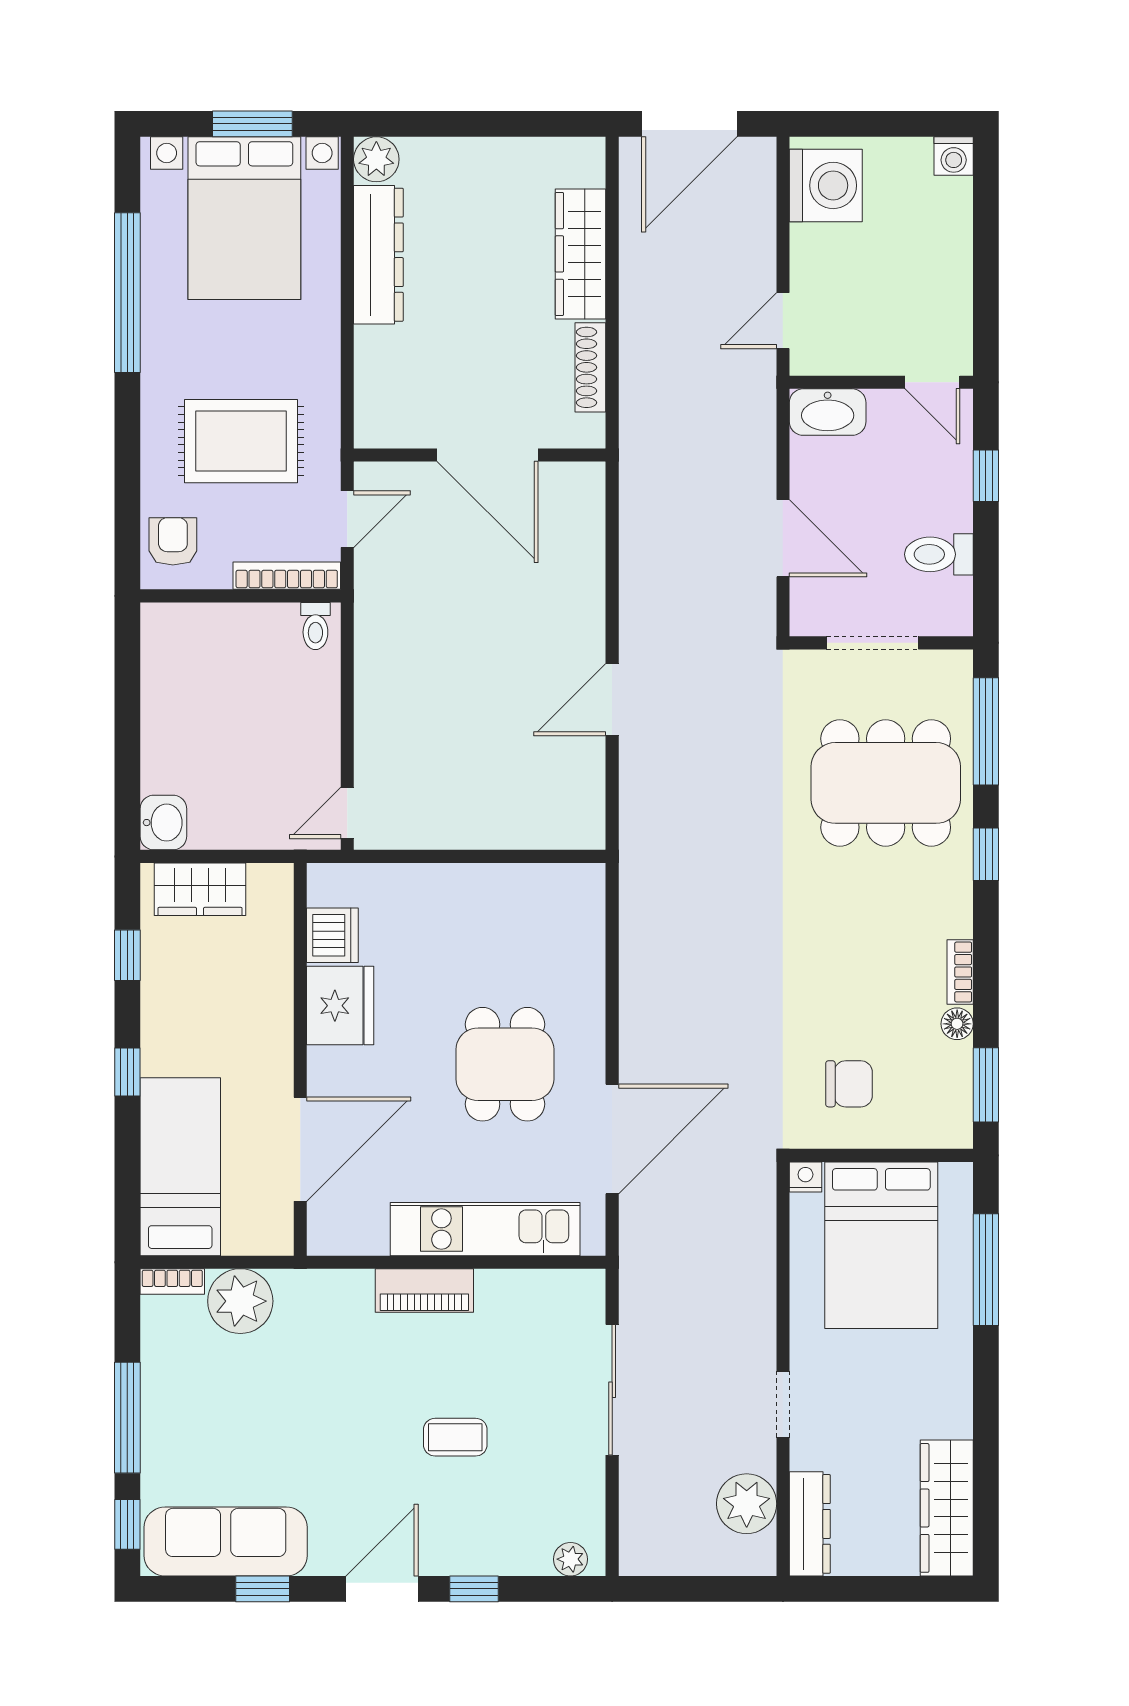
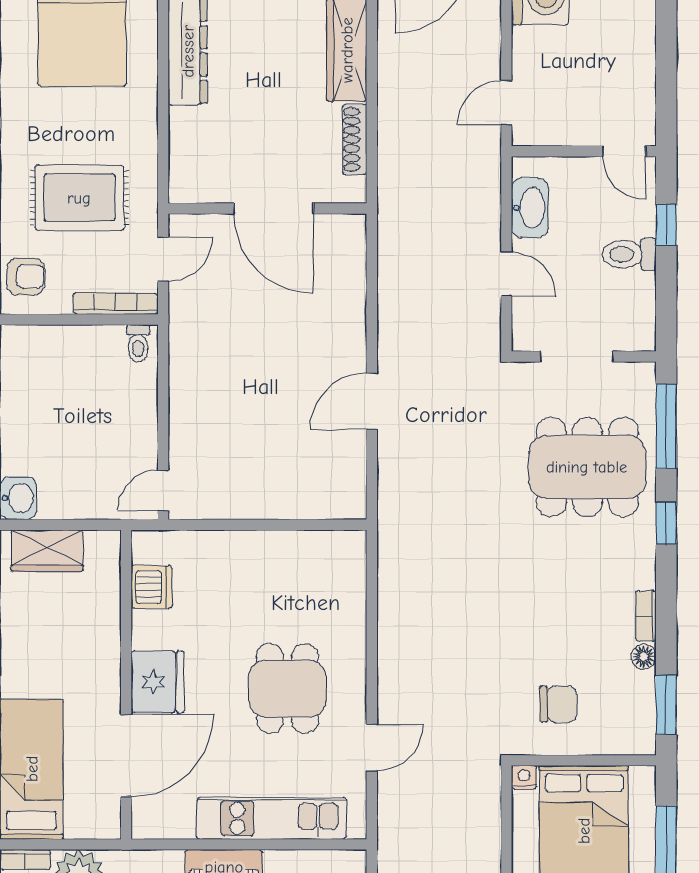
washbasin: (828, 412) -> (530, 208), moved, turned -90
door: (783, 538) -> (506, 274), width x0.73
armchair: (173, 541) -> (26, 277), turned 90
toilet: (939, 554) -> (629, 254), moved
fridge: (340, 1006) -> (157, 682), moved
door: (612, 1139) -> (372, 747), width x0.53

